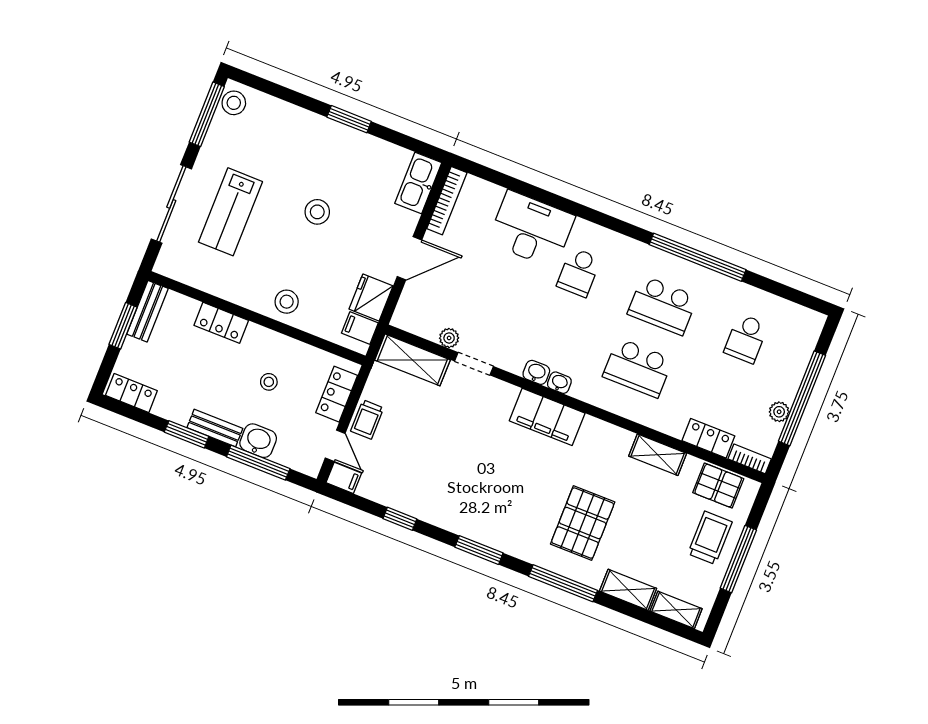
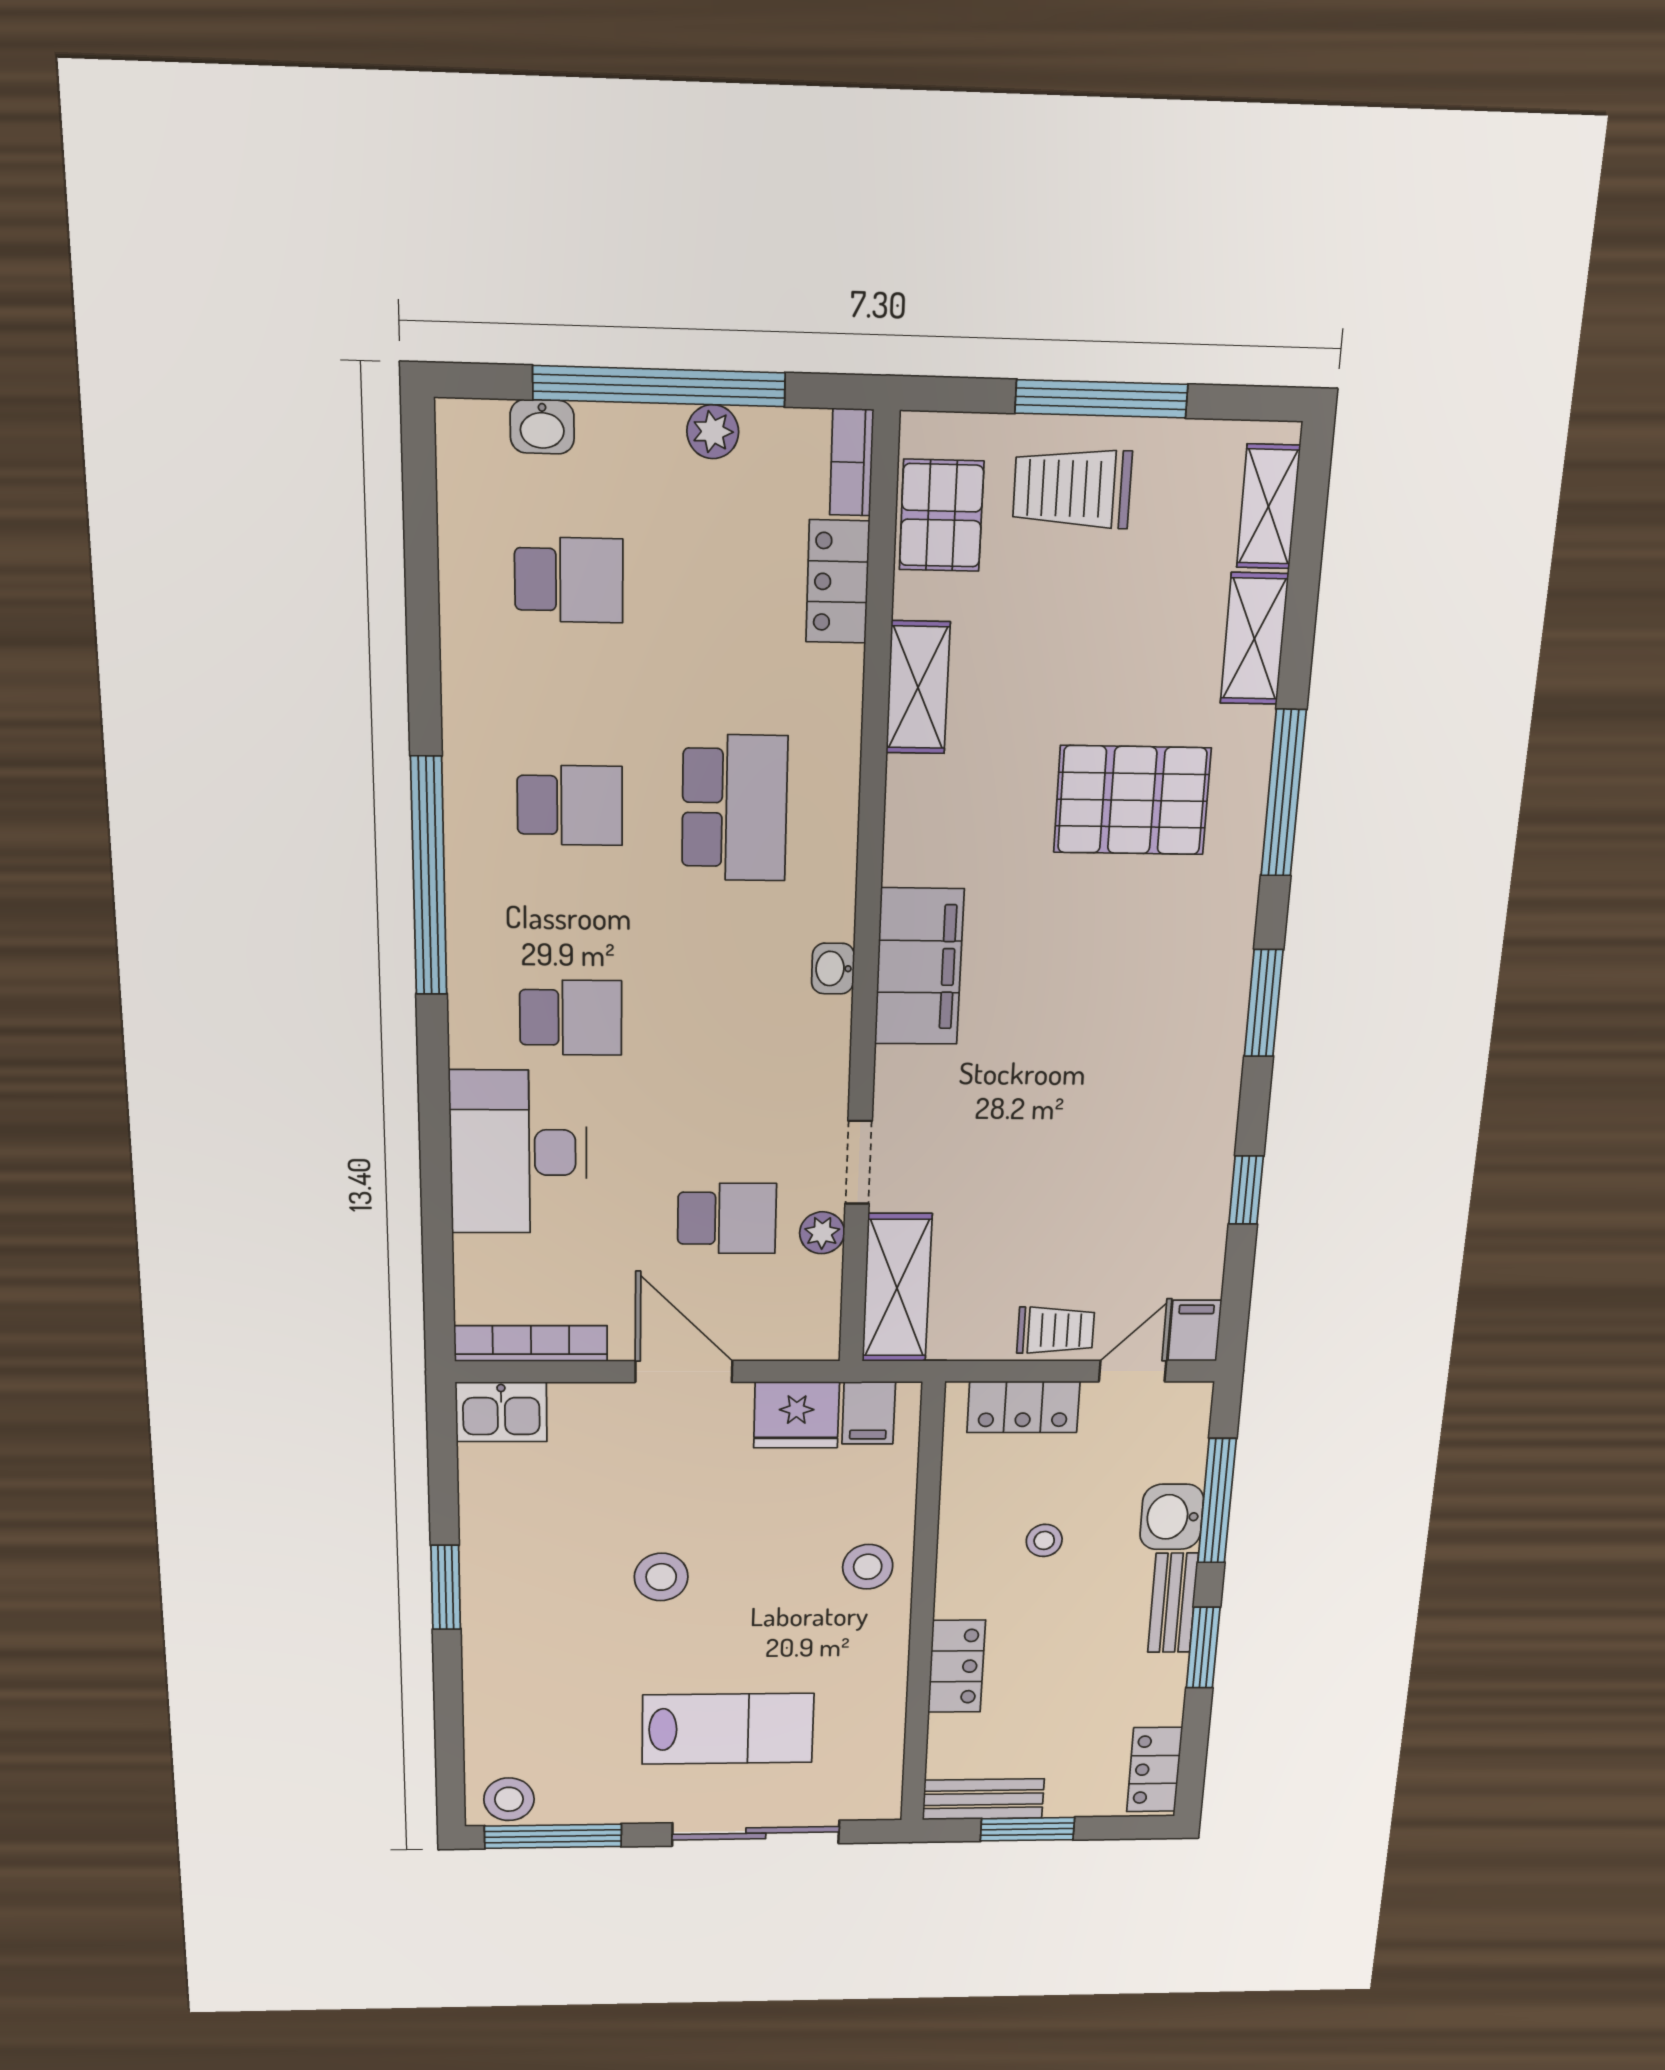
kitchen sink: (418, 183) -> (501, 1412), width x0.73
window: (698, 257) -> (429, 877), moved
school desk: (471, 302) -> (727, 1218), added
school desk: (662, 305) -> (570, 805), width x0.54
washbasin: (536, 372) -> (542, 427), moved, turned -90

